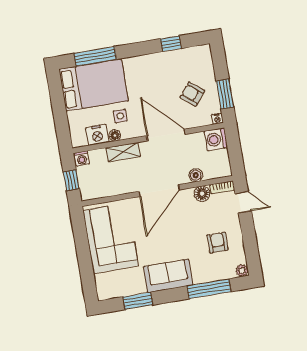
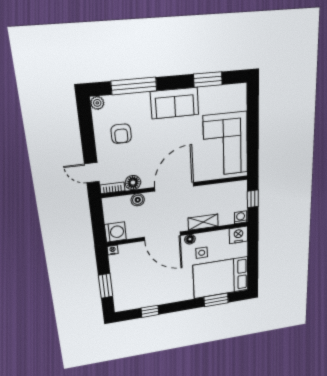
window: (95, 56) -> (216, 300), width x0.69
armchair: (192, 94) -> (134, 271), removed
window: (225, 94) -> (106, 286), moved
nightstand: (97, 135) -> (238, 235), moved
floor lamp: (115, 135) -> (190, 239), moved

